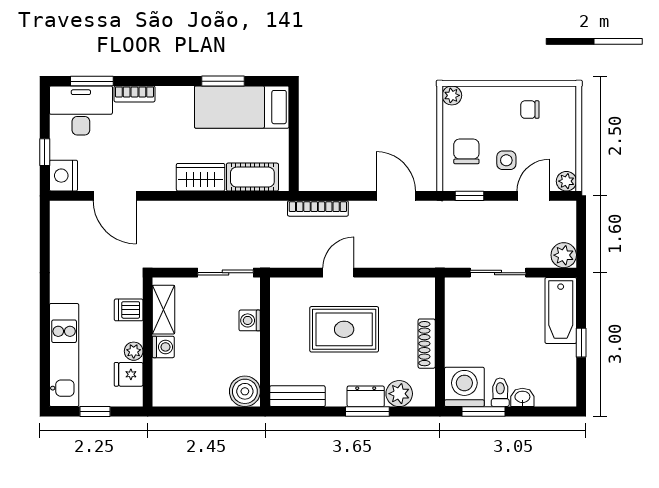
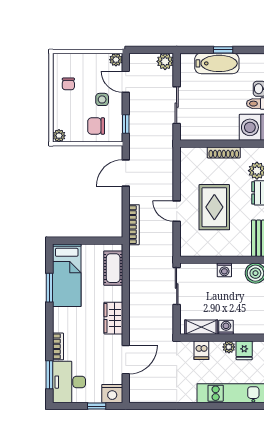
wardrobe: (201, 177) -> (113, 318), moved
bathtub: (561, 311) -> (217, 63), moved
washing machine: (250, 320) -> (224, 270), moved

